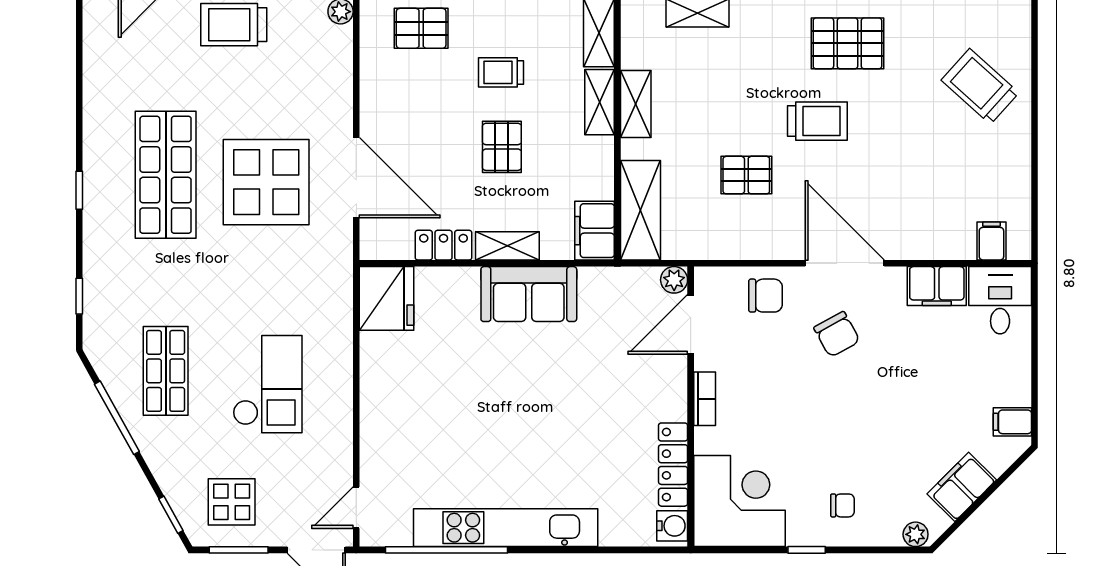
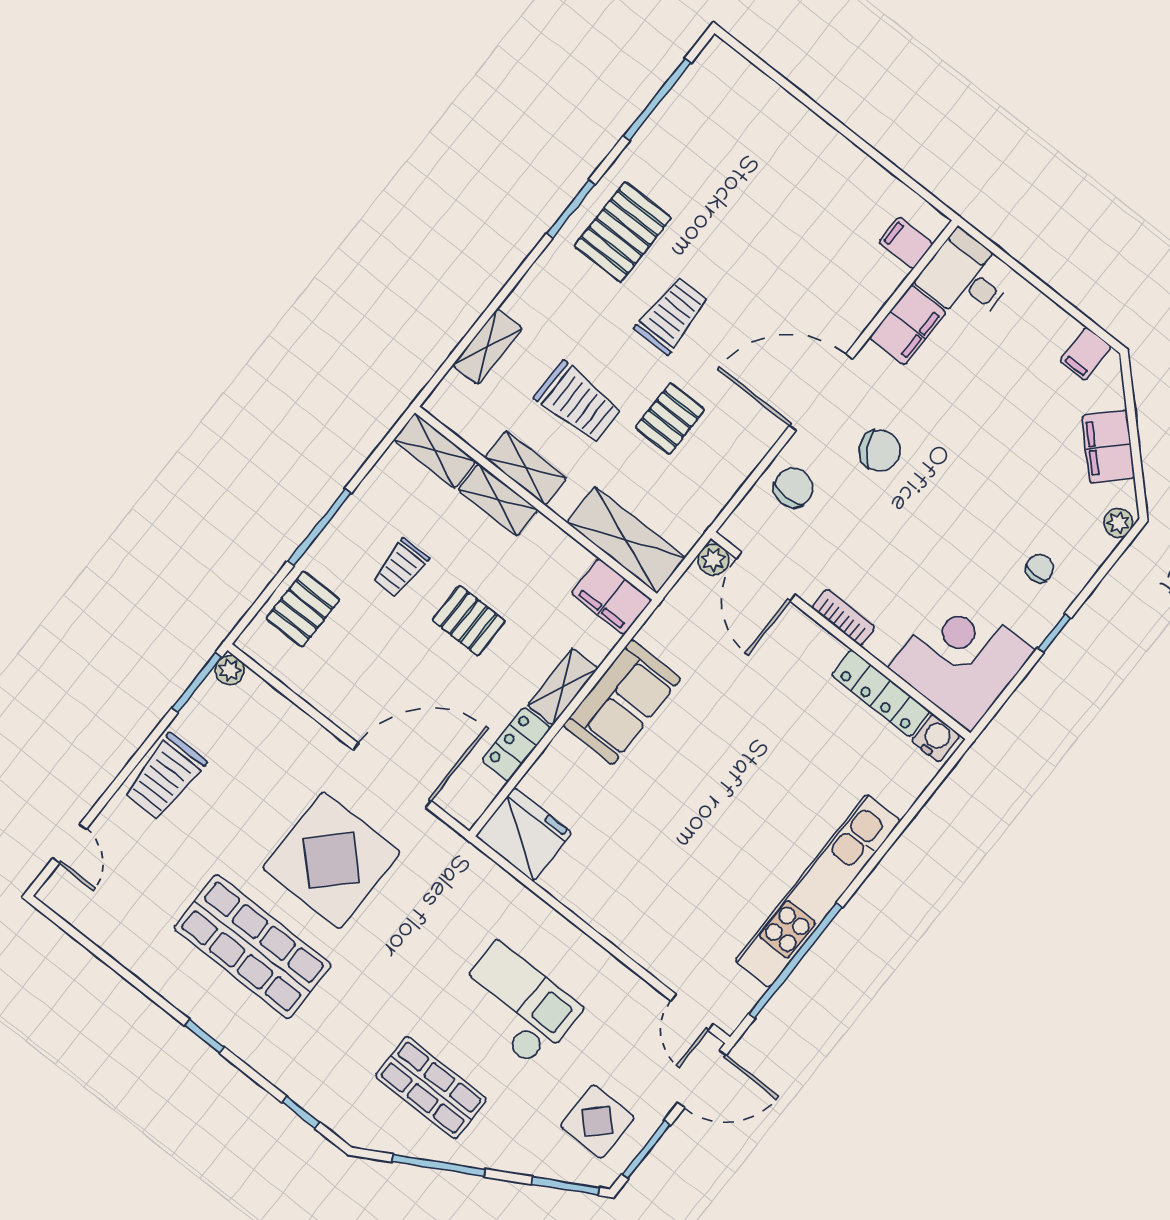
trolley: (980, 86) -> (578, 402), moved, turned -132
window: (171, 515) -> (566, 1186), width x1.50

